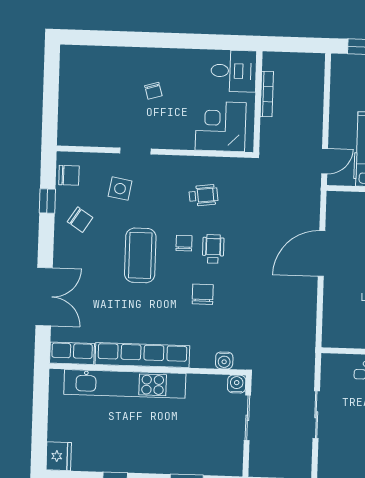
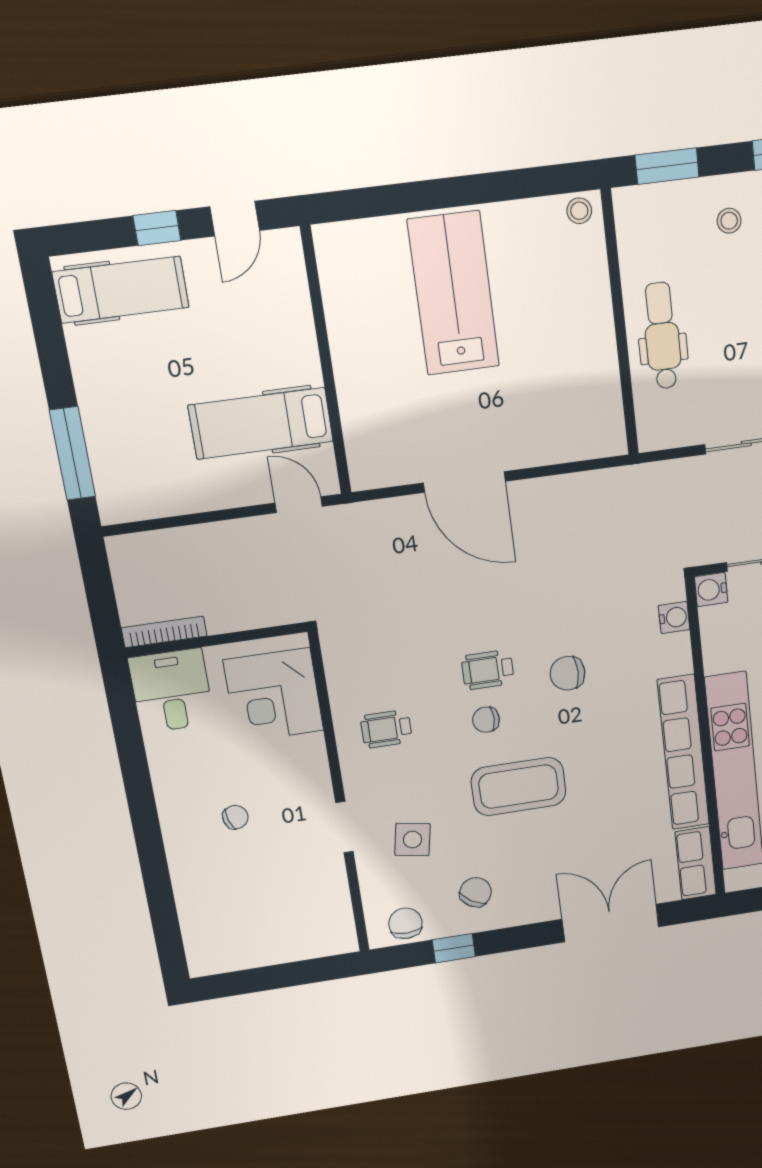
bookcase: (267, 94) -> (164, 632), moved
wheelchair: (203, 195) -> (386, 729), moved, turned -83

